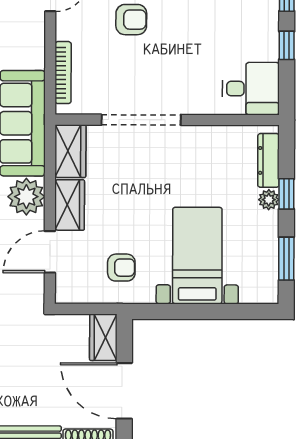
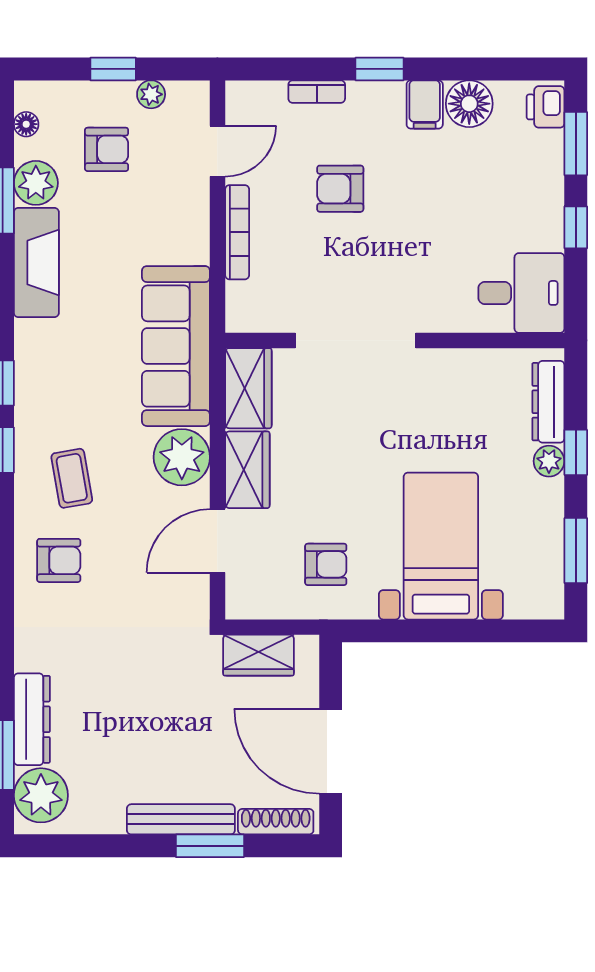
armchair: (131, 20) -> (340, 189), turned 180
bookcase: (63, 73) -> (237, 232), moved
wardrobe: (103, 337) -> (259, 655), moved, turned -90

